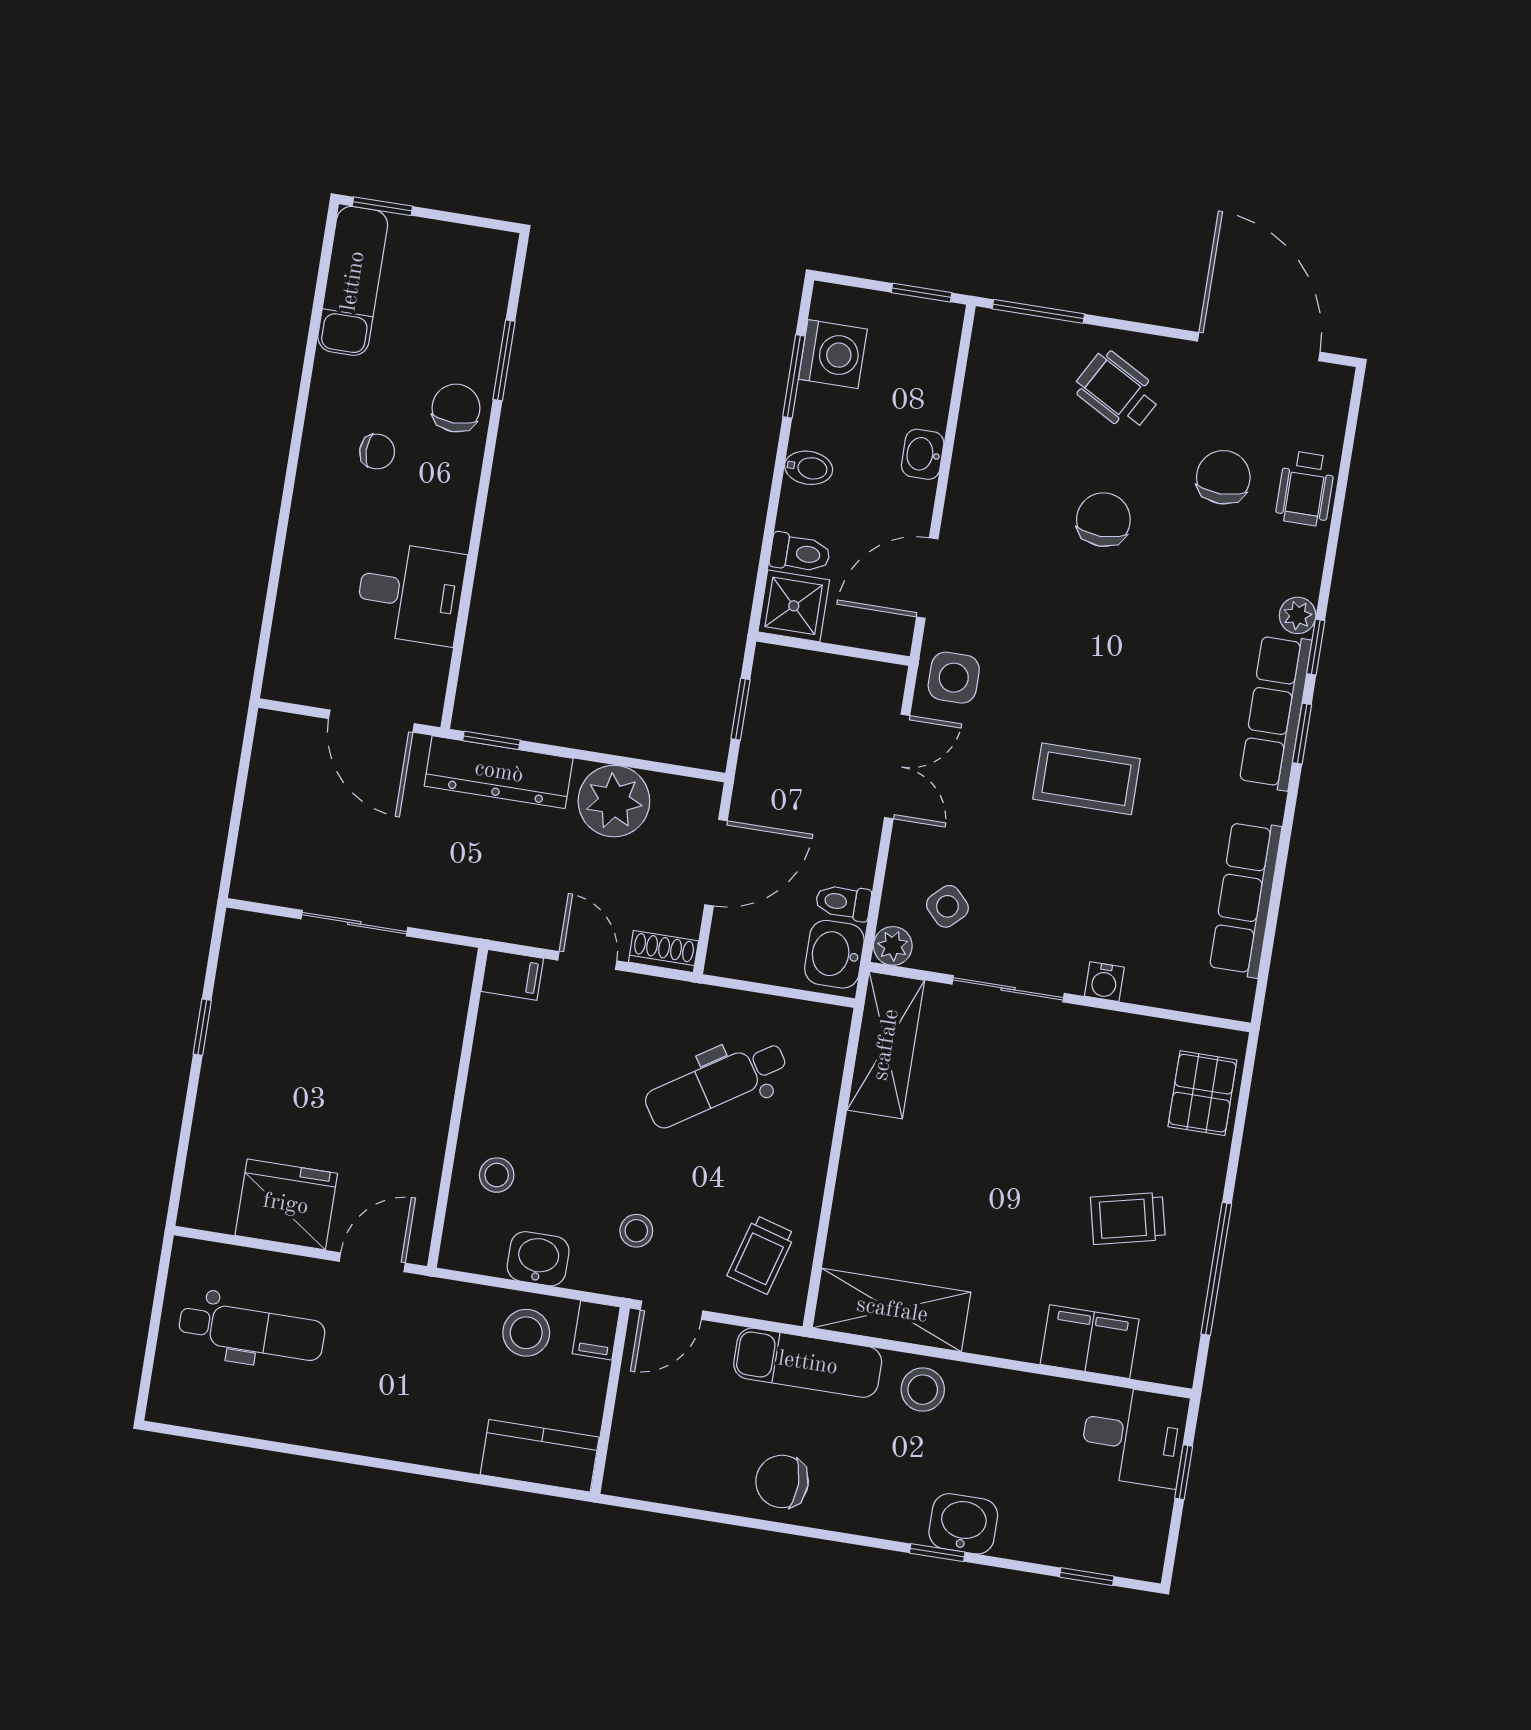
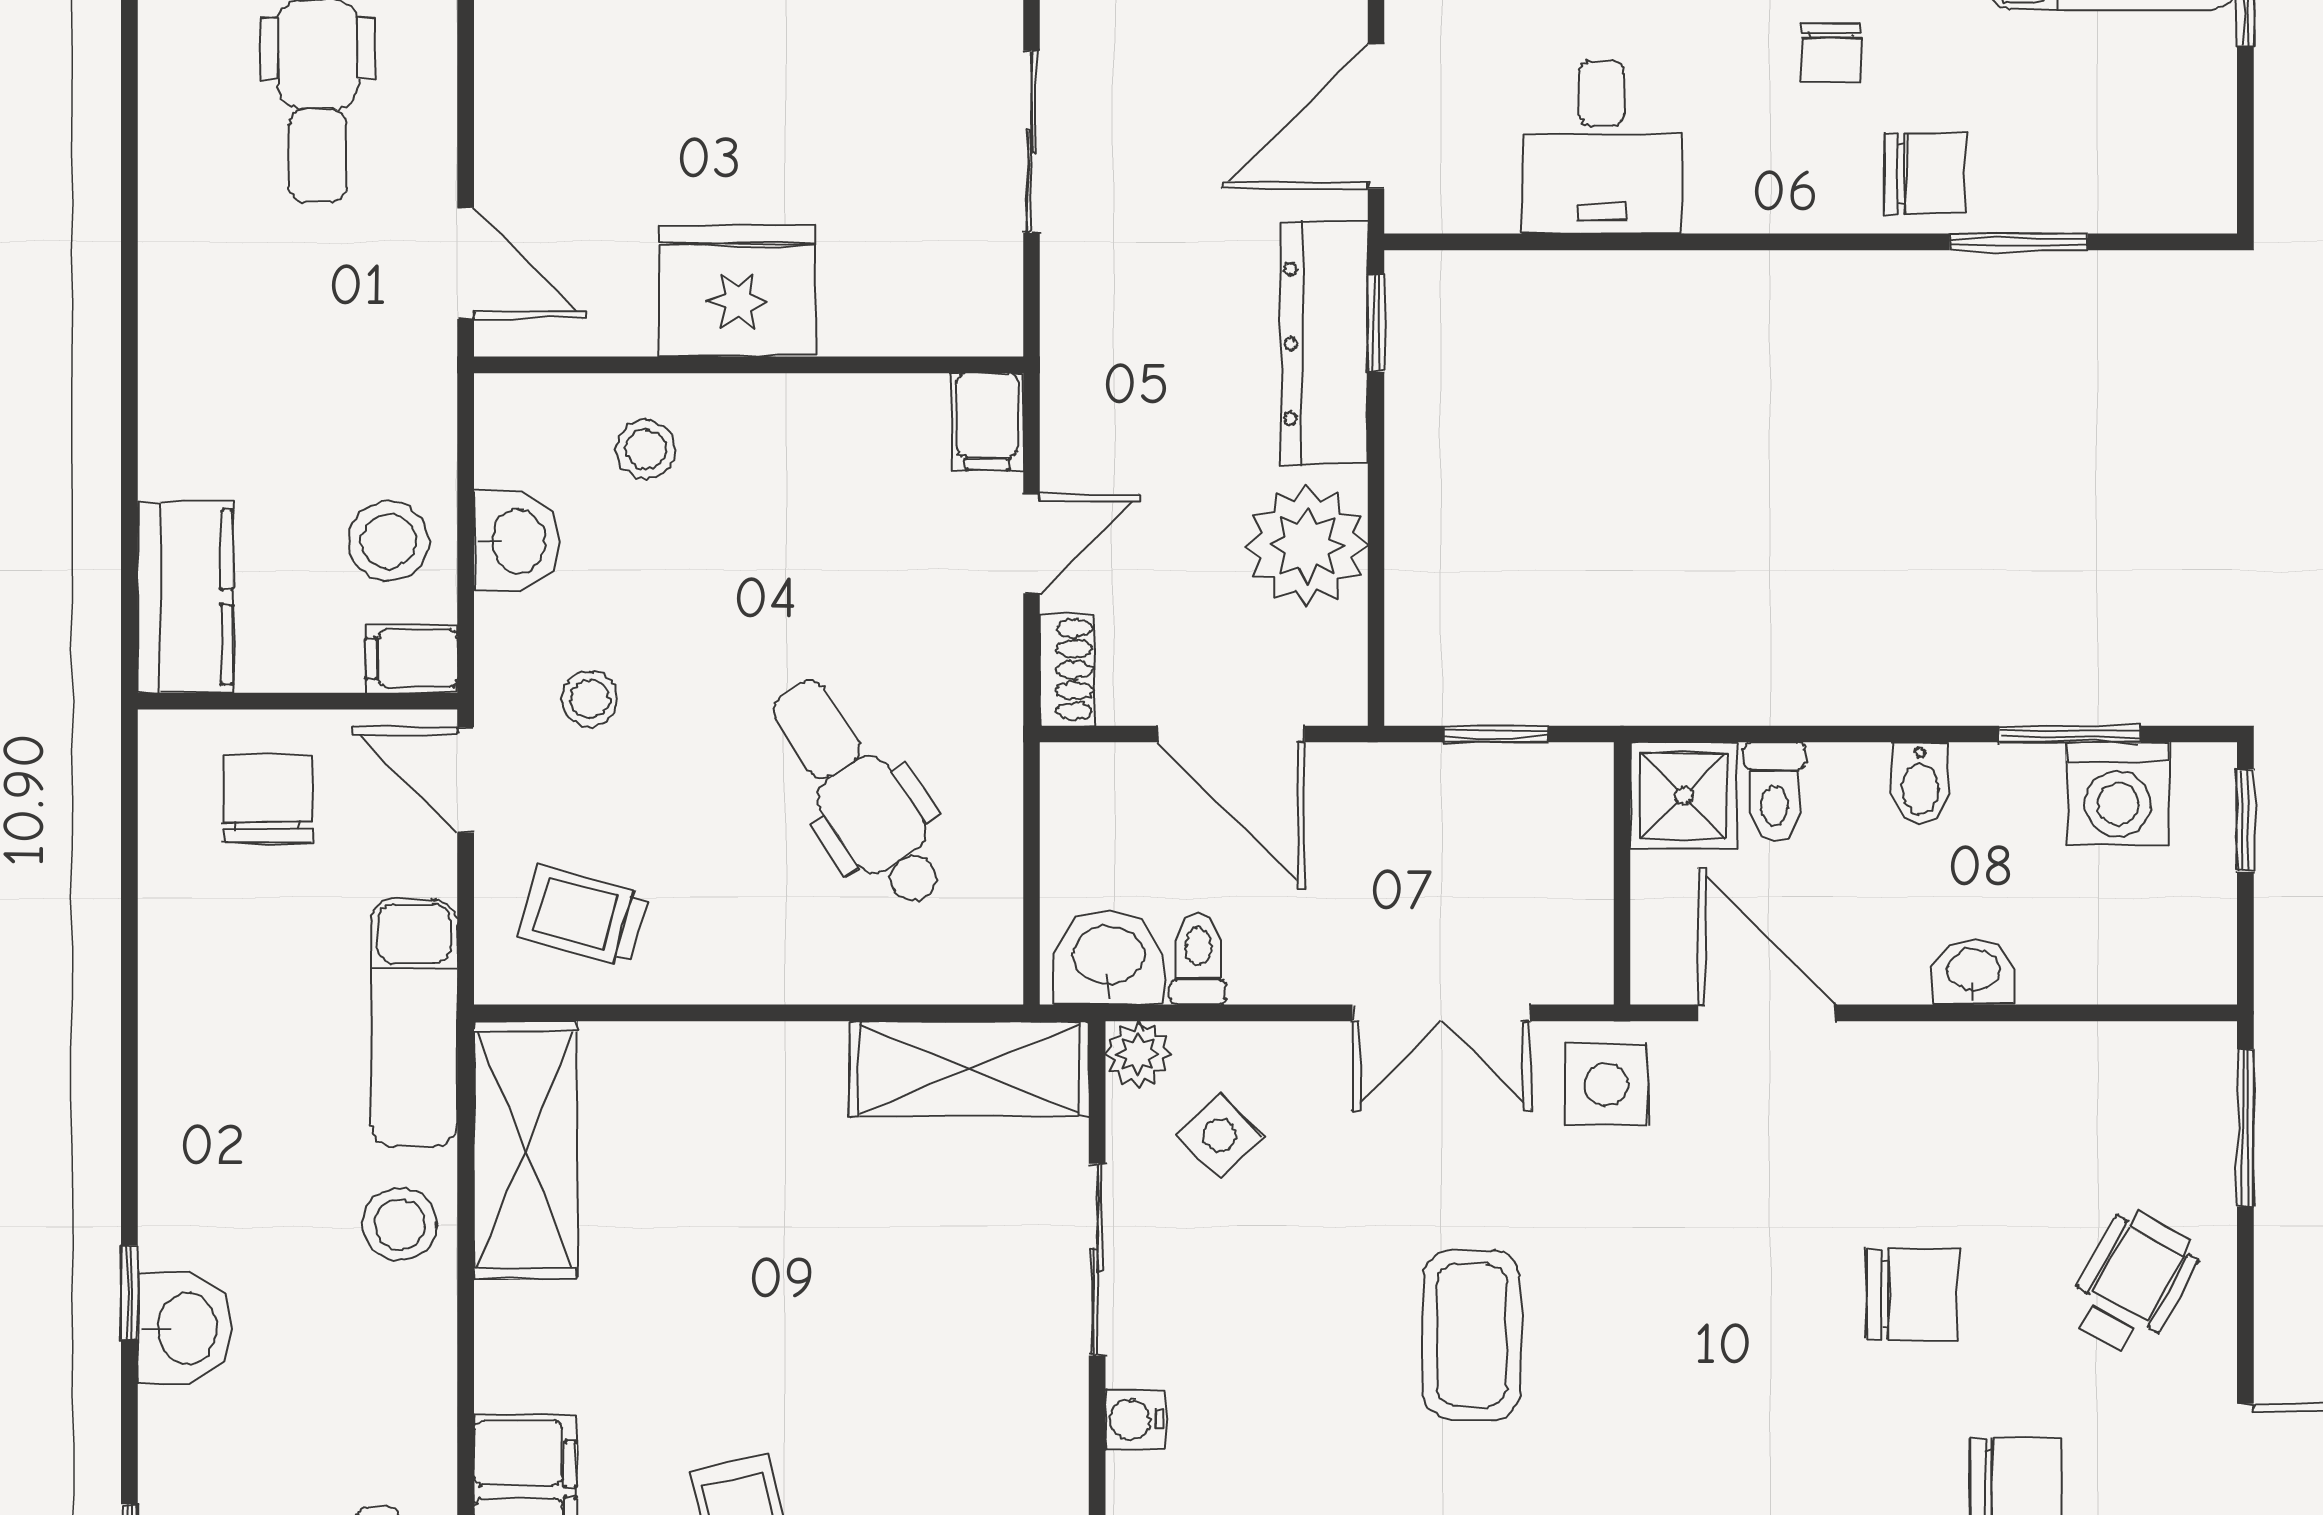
window: (922, 293) -> (2245, 821), moved
fridge: (286, 1204) -> (737, 291), moved, turned -90
chair: (782, 1481) -> (268, 798), moved

